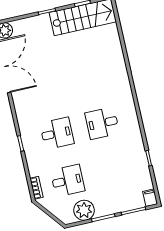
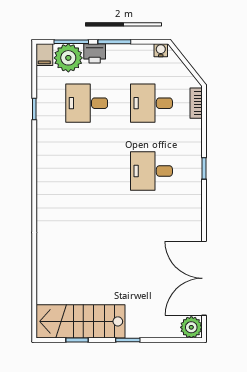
desk: (102, 123) -> (87, 103), moved, turned 180
printer: (115, 207) -> (95, 53), added
plant: (84, 210) -> (68, 58), moved
water cooler: (69, 219) -> (161, 50), added

